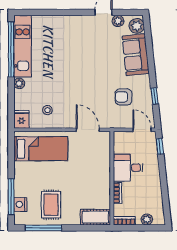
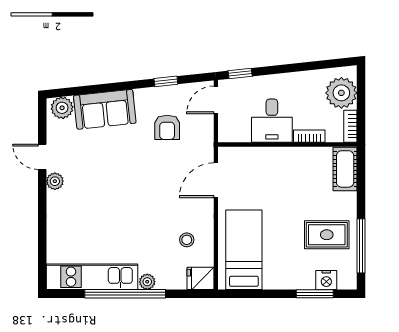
plant: (118, 21) -> (55, 181), moved
window: (11, 49) -> (125, 294), moved
window: (11, 197) -> (315, 294), width x0.69
plant: (147, 219) -> (341, 93), width x1.87, depth x1.87

